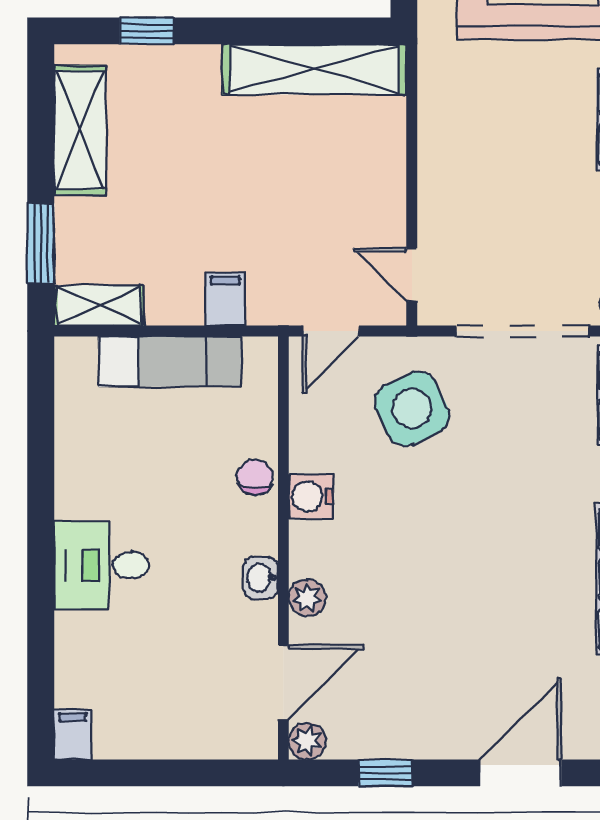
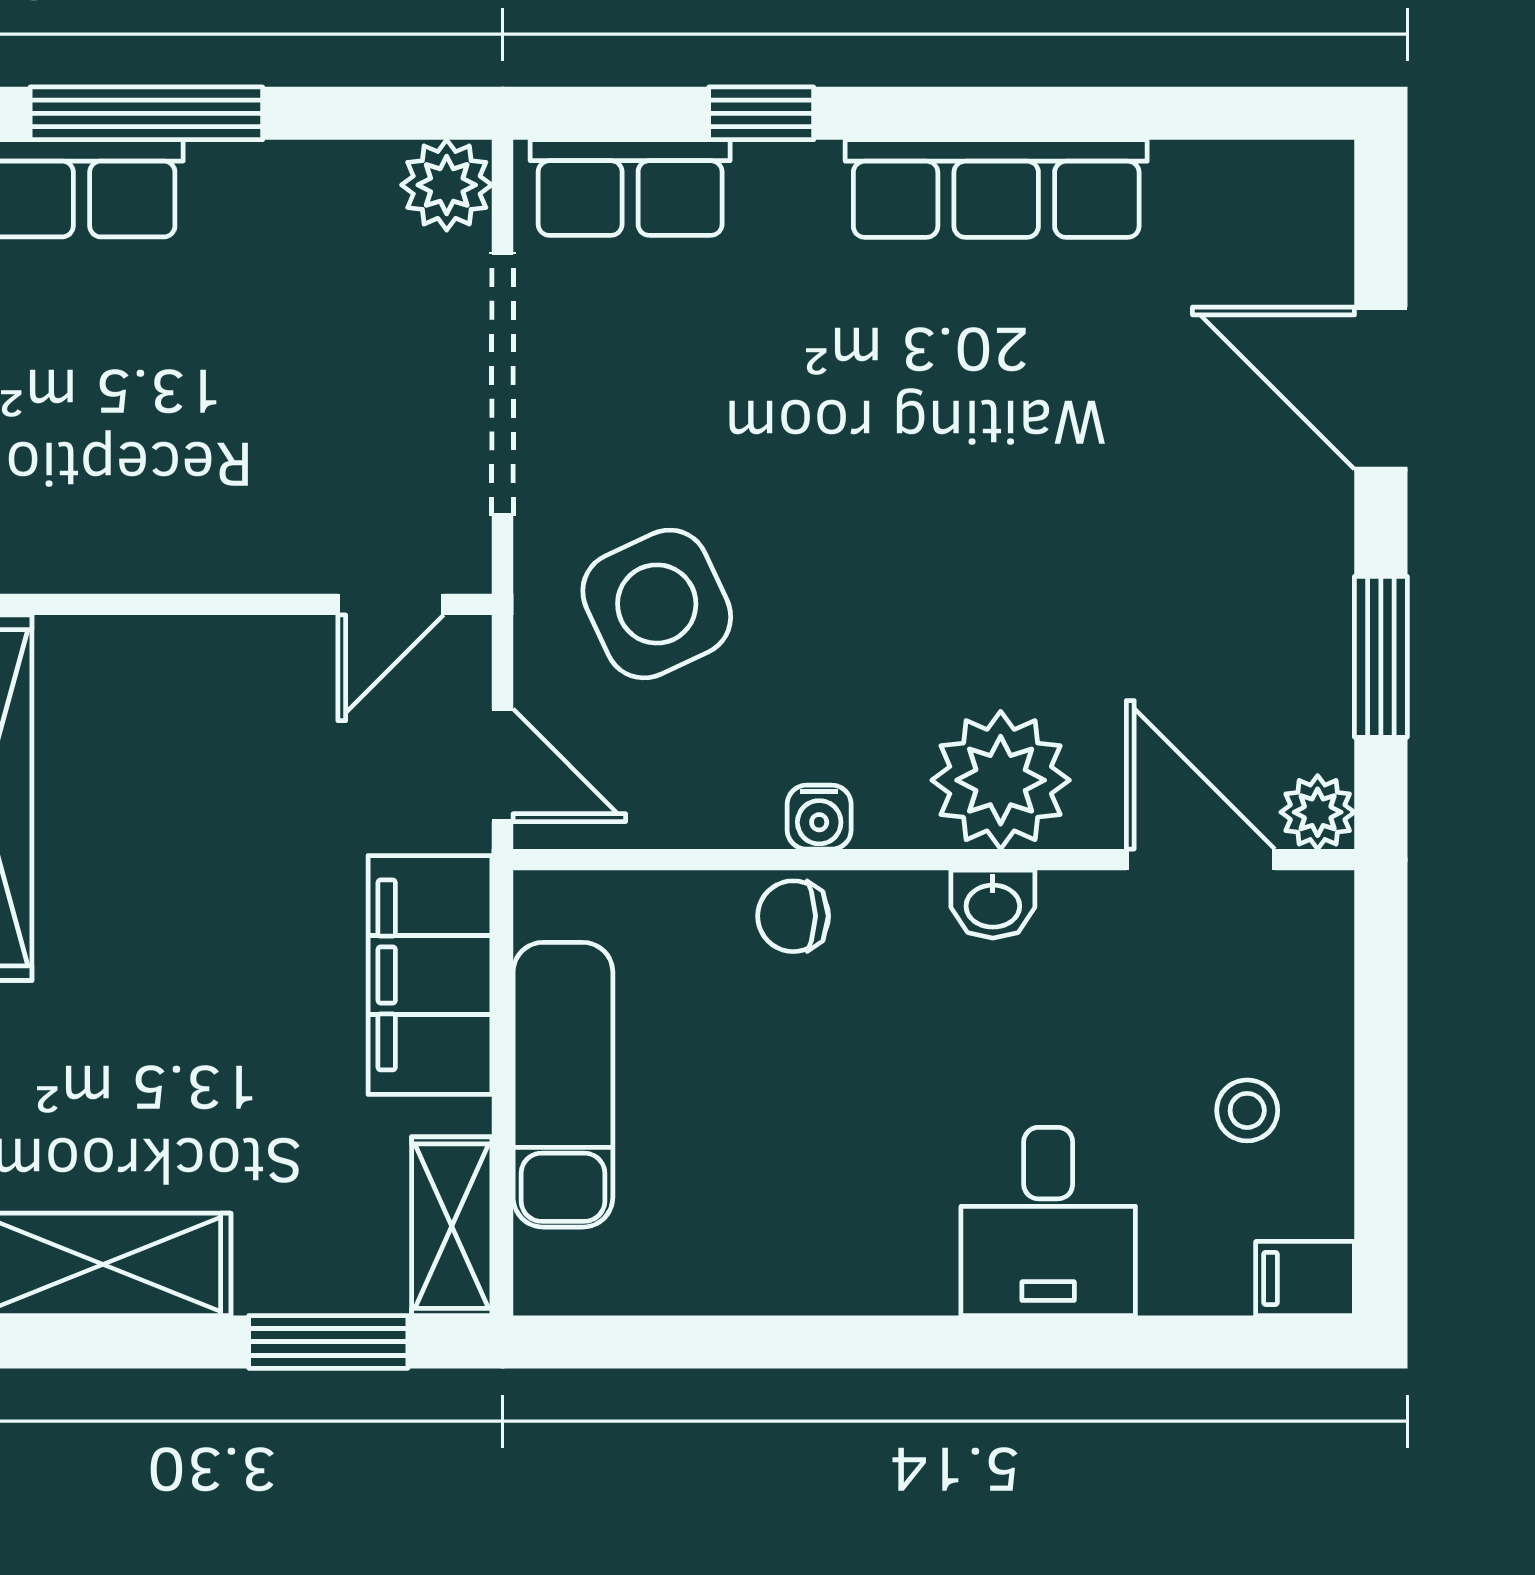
filing cabinet: (225, 299) -> (430, 975), width x3.00, depth x1.17
water cooler: (311, 496) -> (819, 817), width x0.72, depth x0.72
desk: (101, 565) -> (1048, 1221), moved
plant: (307, 598) -> (1001, 780), width x1.87, depth x1.87
stool: (157, 706) -> (1247, 1110), added
window: (385, 773) -> (1381, 657), width x1.50

